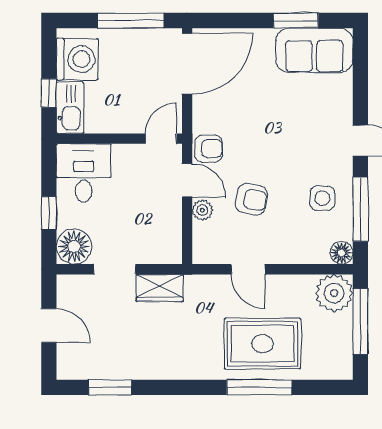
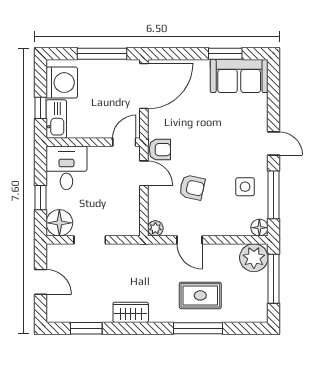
plant: (202, 210) -> (155, 228), moved
wardrobe: (160, 288) -> (131, 312), moved, turned 180
rug: (262, 344) -> (200, 295), width x0.73, depth x0.70

